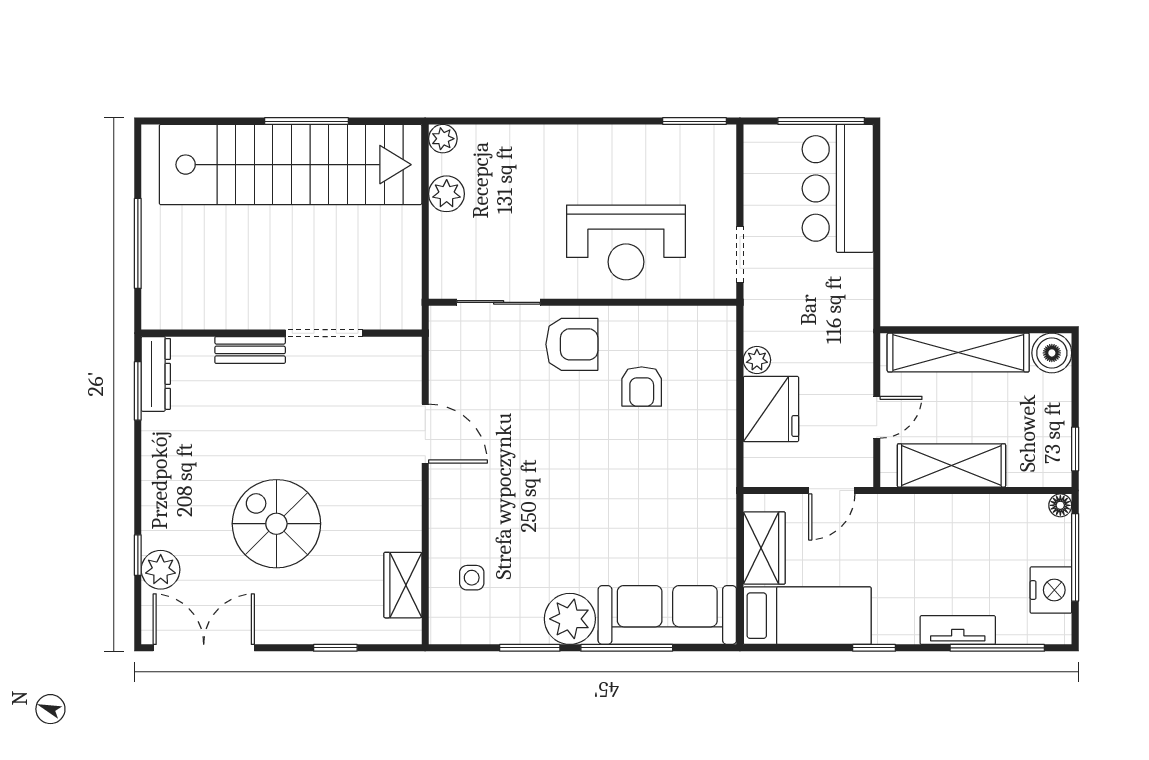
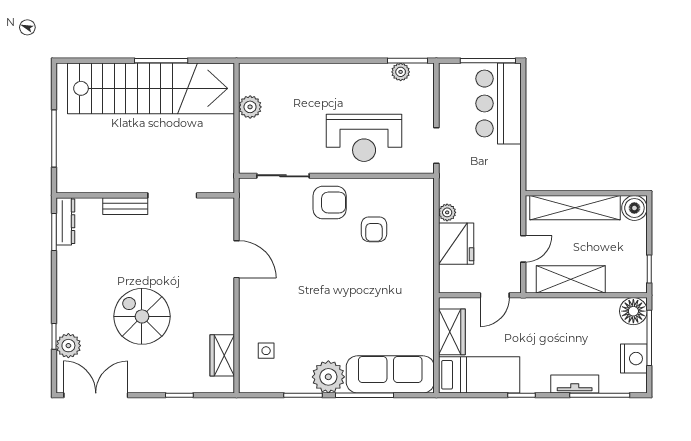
plant: (443, 139) -> (401, 72), moved
floor lamp: (1060, 505) -> (633, 311), width x1.89, depth x1.89

